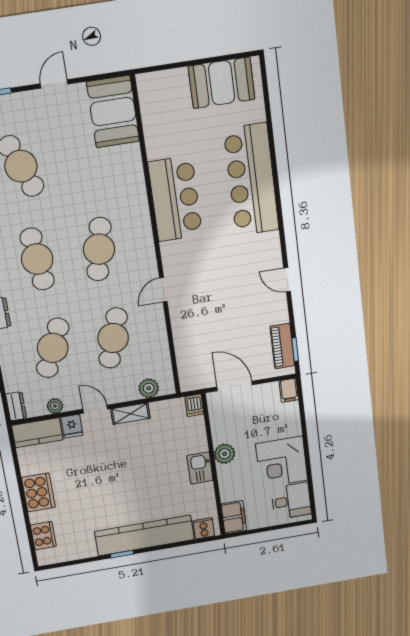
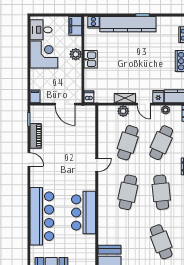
piano: (282, 346) -> (36, 136), moved
plant: (149, 388) -> (123, 111), moved
plant: (225, 454) -> (76, 54), moved

